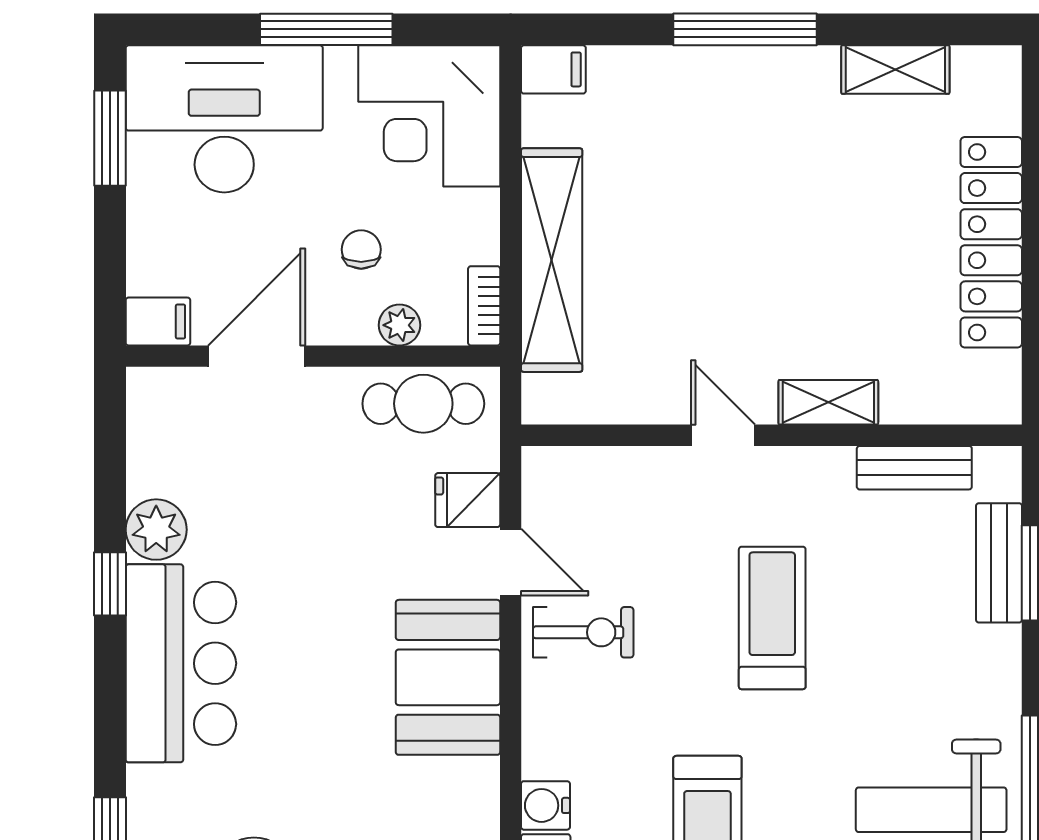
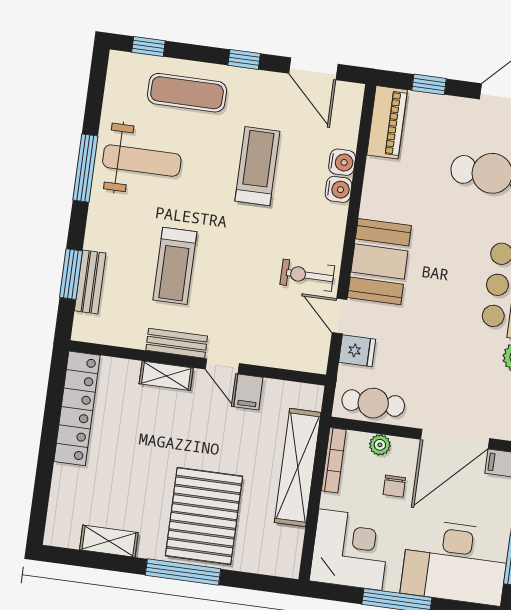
filing cabinet: (553, 69) -> (248, 392), moved, turned -90
pallet: (719, 143) -> (204, 516), added
locker: (991, 242) -> (77, 408), moved
bookcase: (484, 306) -> (334, 460), width x1.56
door: (257, 356) -> (455, 439), width x1.36
bench: (914, 468) -> (177, 343), moved
treadmill: (772, 618) -> (175, 266), moved

